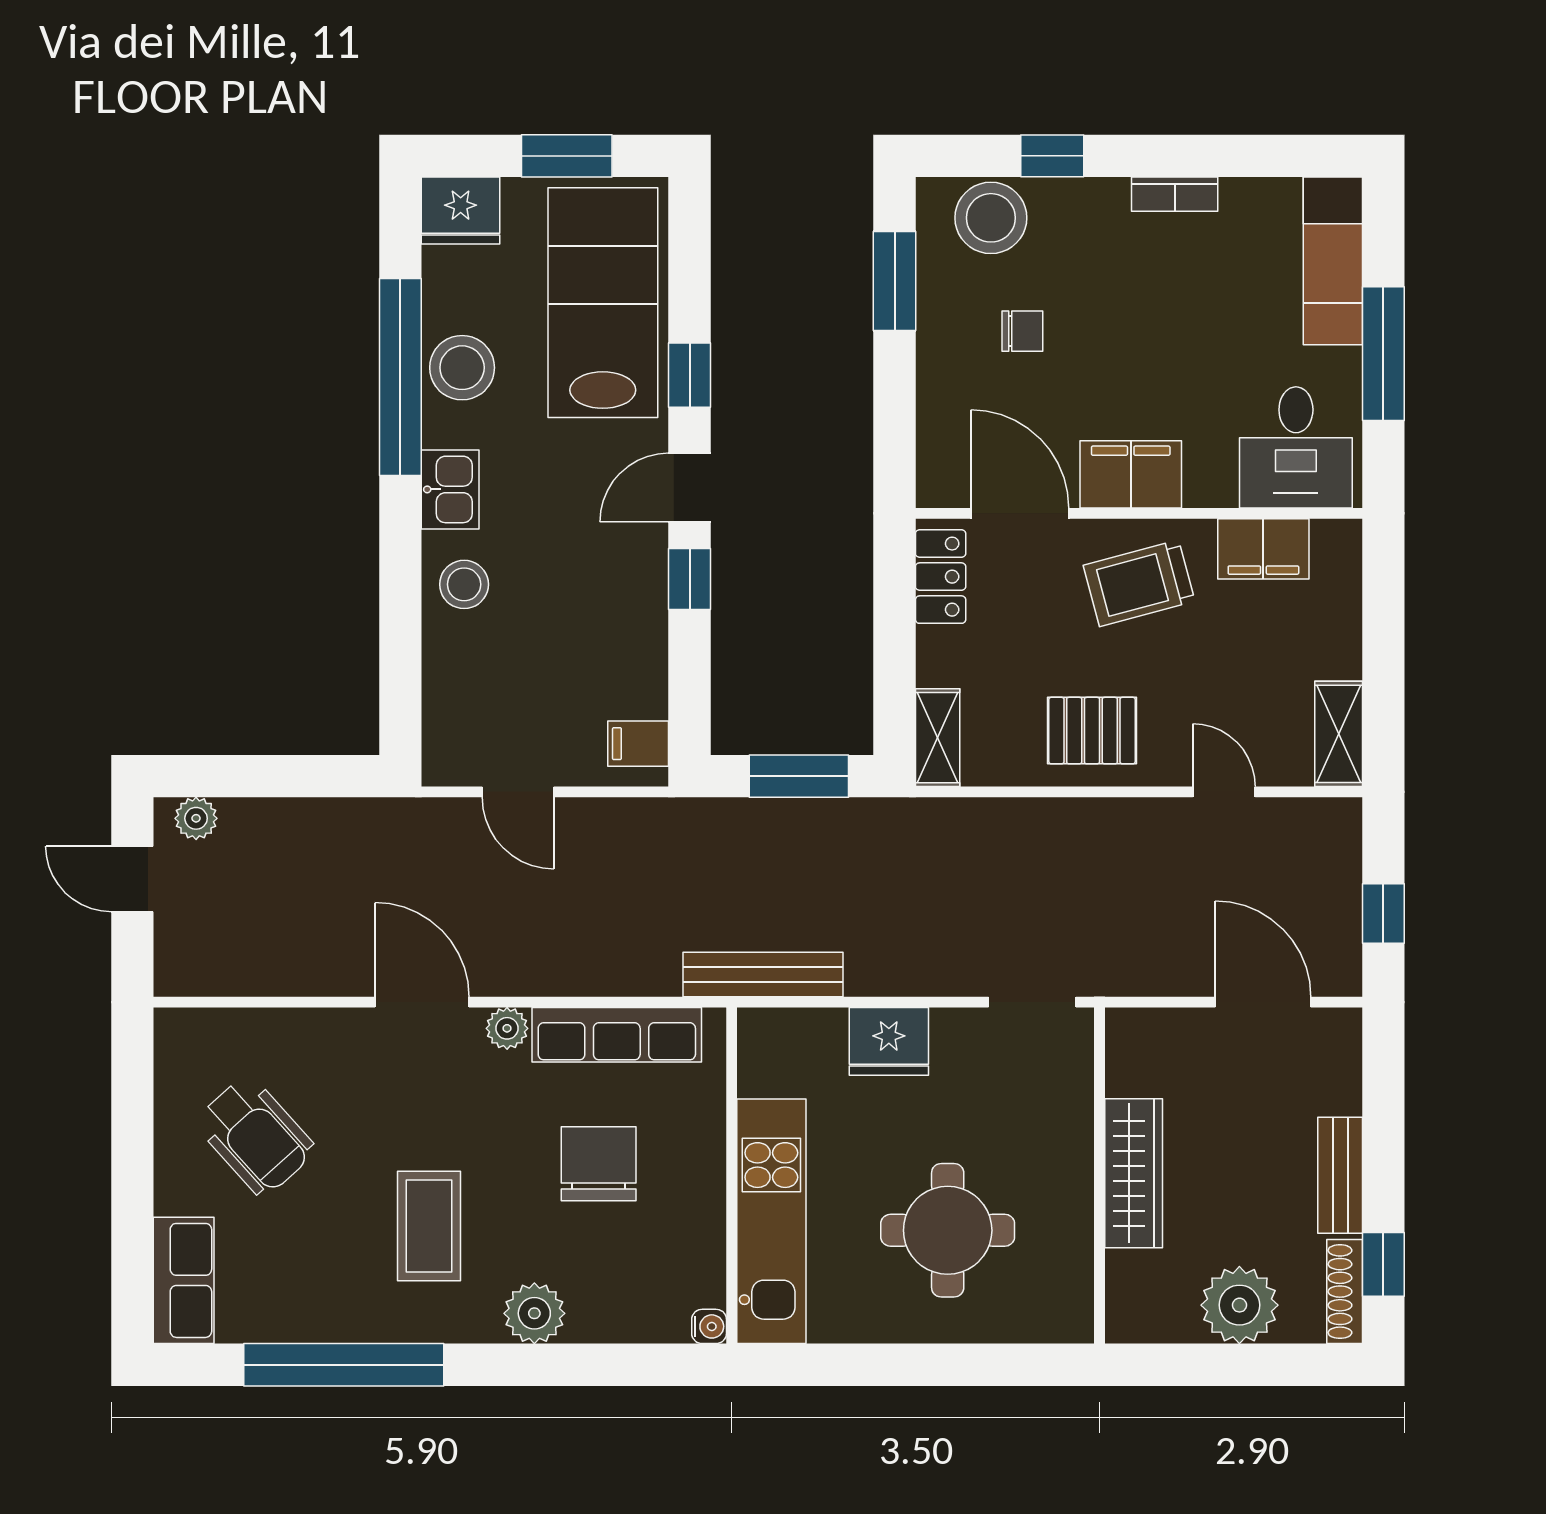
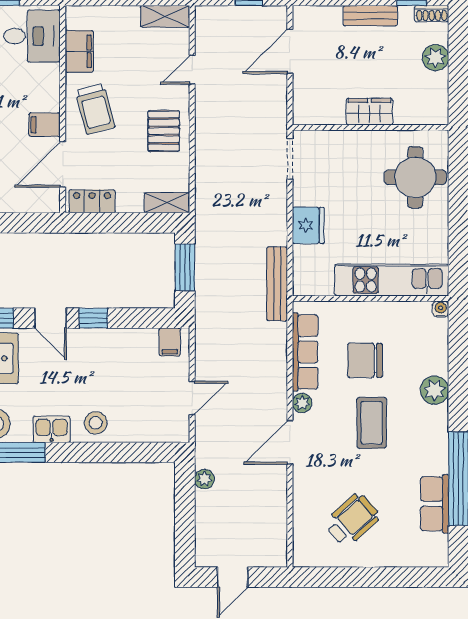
filing cabinet: (1131, 474) -> (45, 125), width x0.50
plant: (196, 818) -> (204, 479), moved
wardrobe: (1134, 1173) -> (369, 112), width x0.67
coffee table: (429, 1226) -> (372, 423), moved, turned 90
round table: (948, 1230) -> (415, 177), moved
row of seats: (184, 1280) -> (435, 504), moved, turned -90
shoe rack: (1345, 1292) -> (432, 14), width x0.70
plant: (1239, 1305) -> (436, 58), width x0.73, depth x0.73

